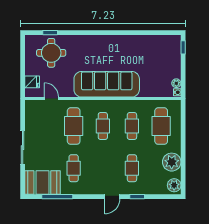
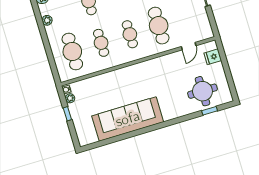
window: (183, 47) -> (67, 114), moved
sofa: (107, 84) -> (128, 119), moved, turned 180
door: (52, 99) -> (189, 46), hinge flipped
plant: (172, 162) -> (47, 20), width x0.53, depth x0.53

